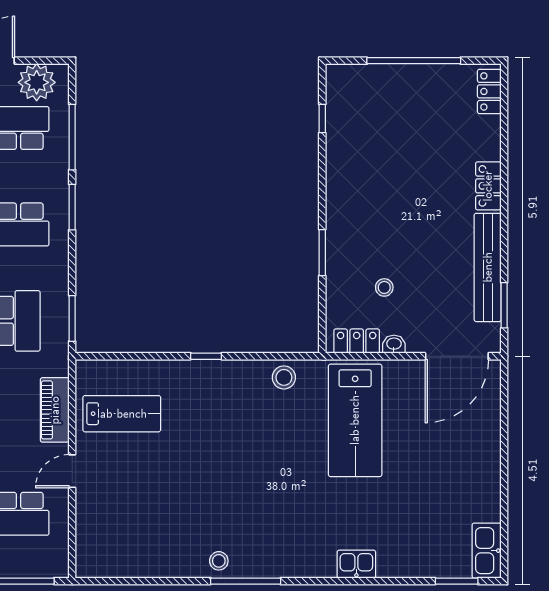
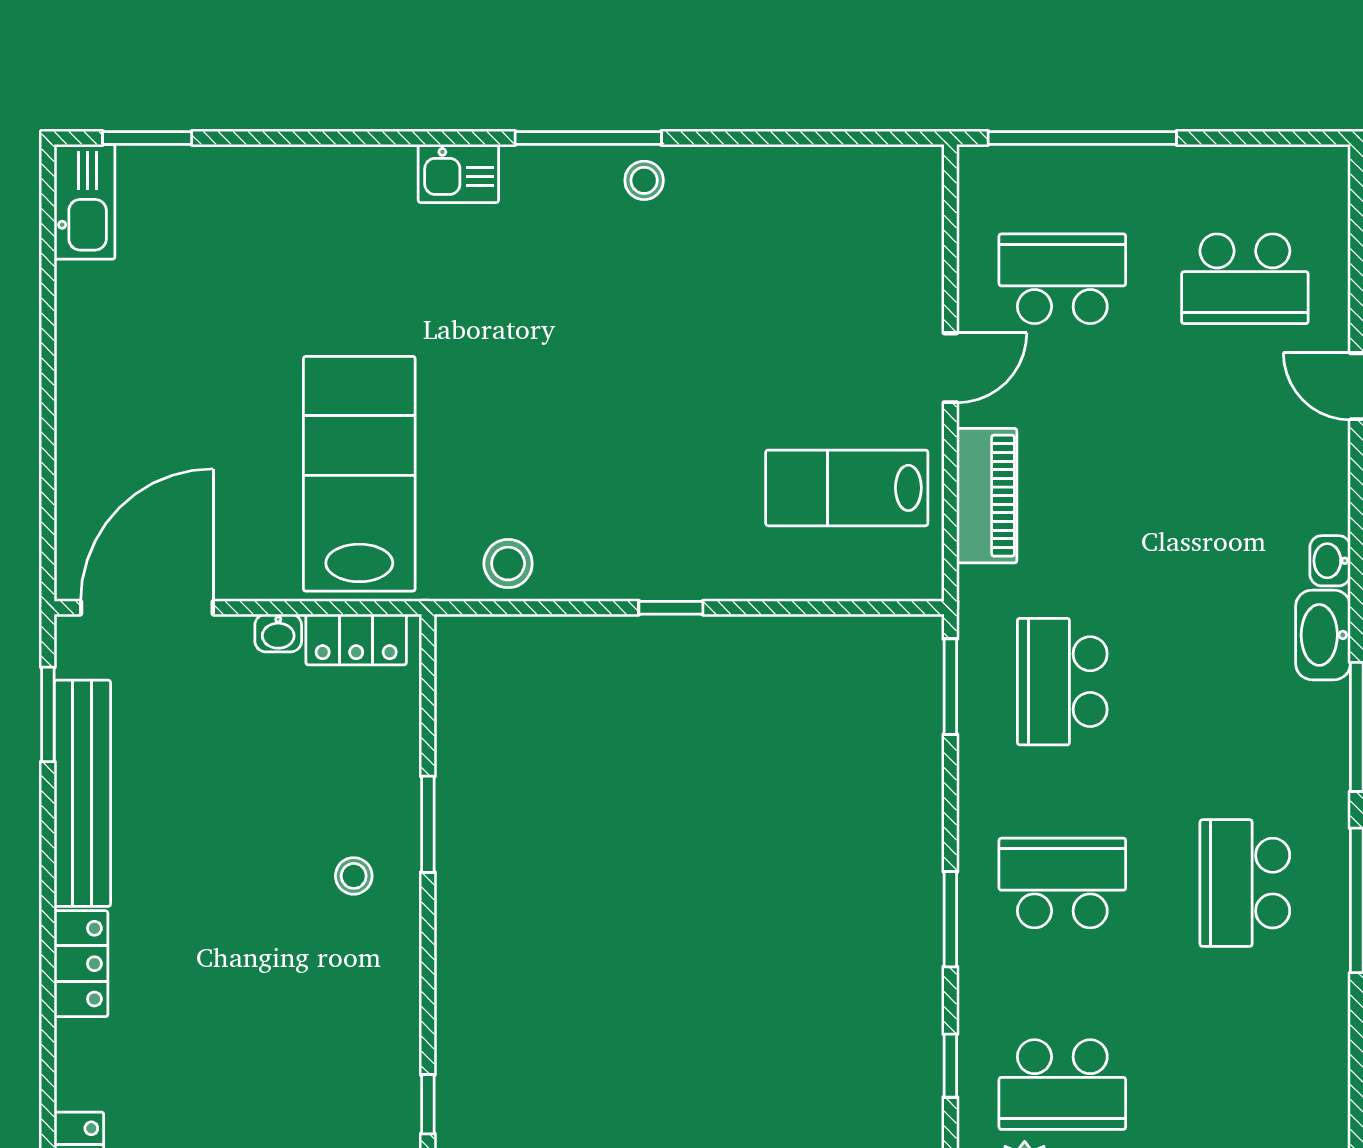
window: (72, 137) -> (950, 1066), width x0.46
stool: (384, 287) -> (354, 876), moved
kitchen sink: (356, 564) -> (458, 173), moved

